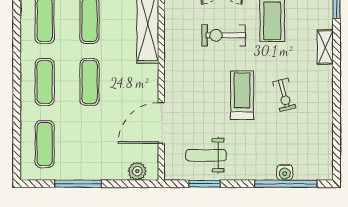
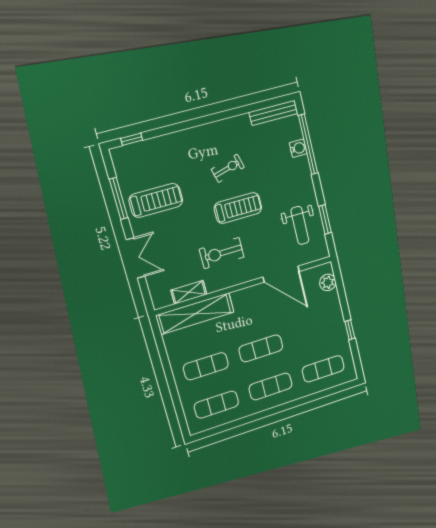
exercise bike: (224, 35) -> (222, 253), moved, turned 90
shelving: (325, 47) -> (189, 292), moved
treadmill: (242, 95) -> (238, 208), turned 180
bench: (326, 155) -> (274, 113), added
window: (78, 184) -> (350, 330), width x0.46

